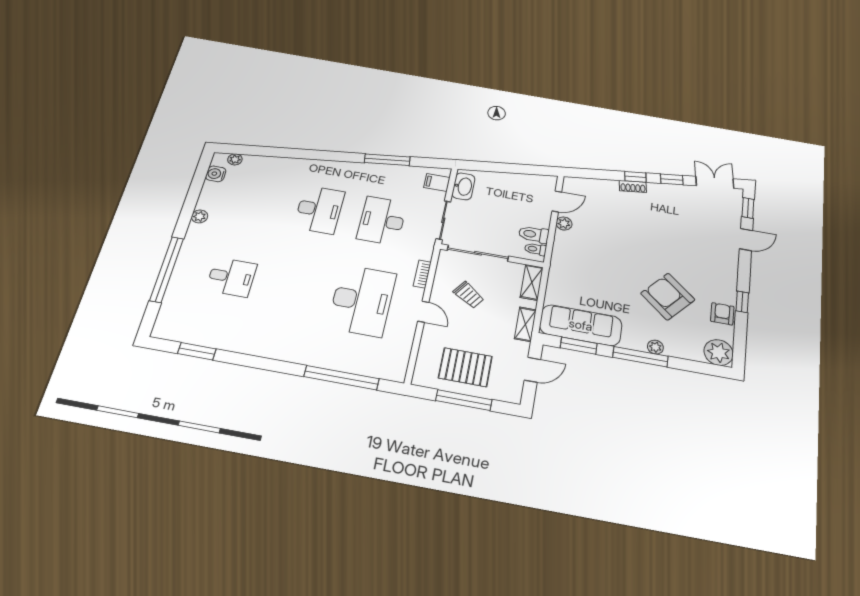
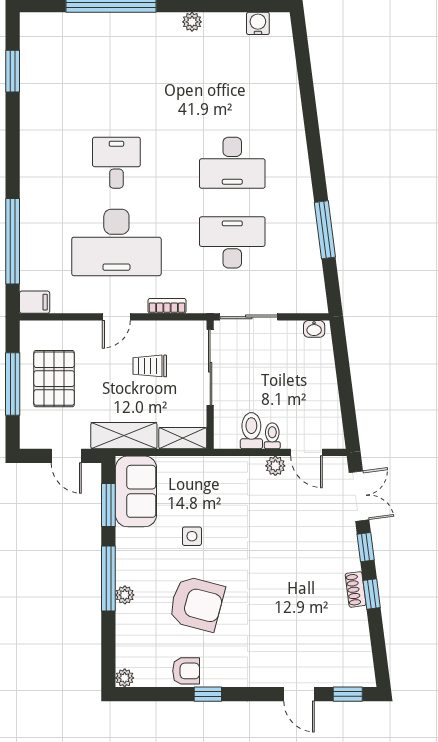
plant: (235, 159) -> (285, 41), removed
double door: (715, 182) -> (359, 496), moved
filing cabinet: (437, 183) -> (35, 302), moved, turned 90
washbasin: (463, 186) -> (314, 329), width x0.52, depth x0.69
shoe rack: (633, 186) -> (356, 589), moved
toilet: (535, 249) -> (272, 436), moved
desk: (231, 277) -> (116, 163), moved, turned 180
side table: (612, 290) -> (192, 536), added
trolley: (469, 295) -> (150, 366), turned 55
armchair: (668, 297) -> (197, 604), turned 64
shelving: (525, 324) -> (124, 436), width x1.50, depth x1.33
sofa: (581, 325) -> (136, 491), width x0.73
plant: (719, 352) -> (125, 678), width x0.53, depth x0.53

